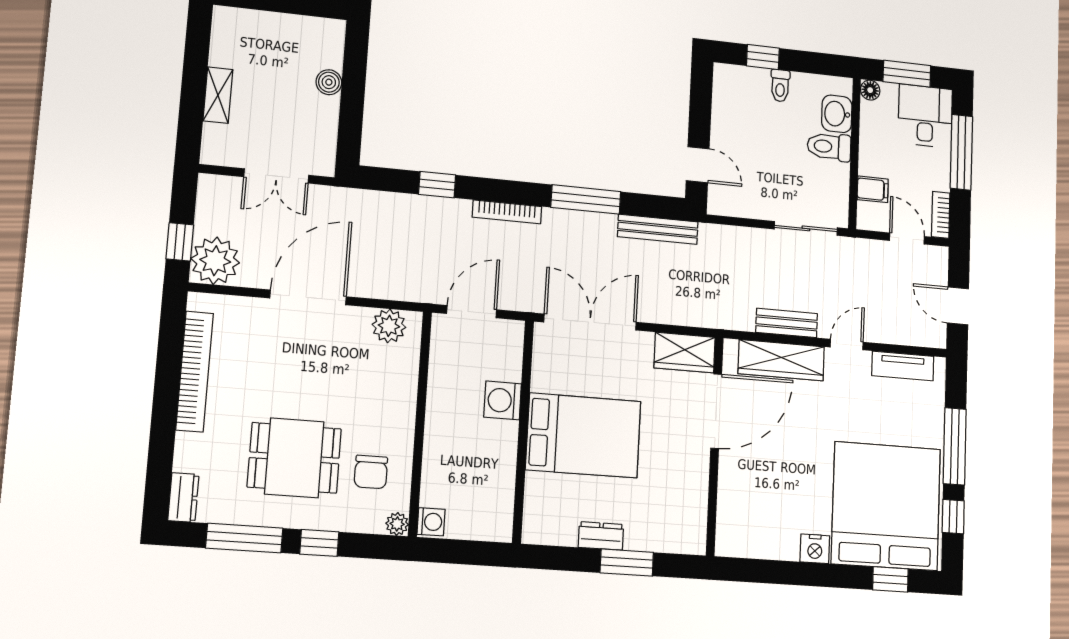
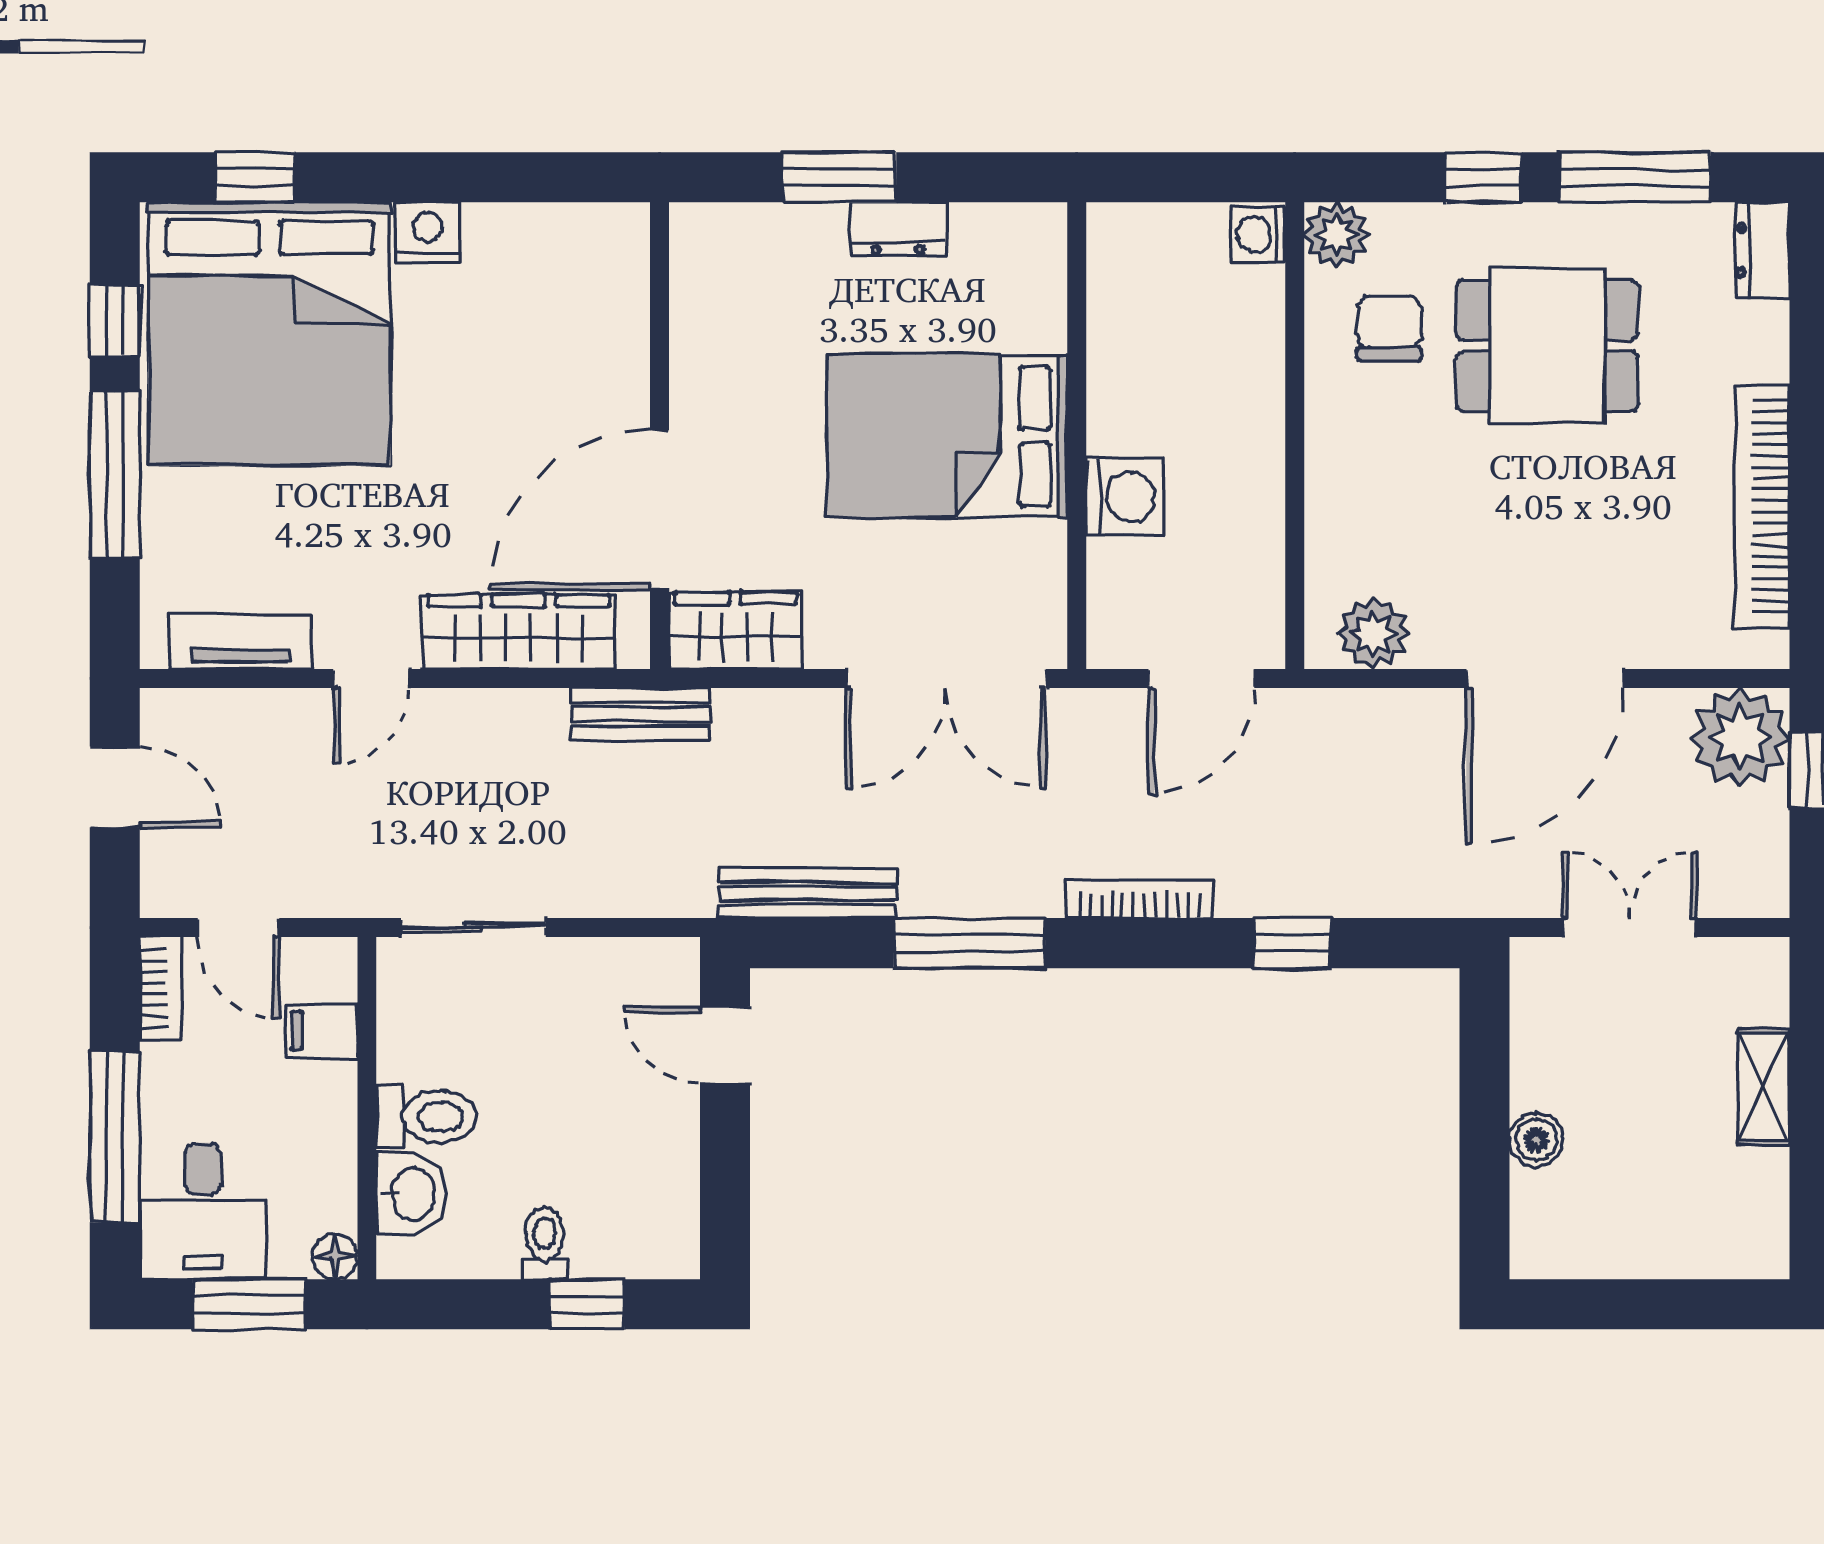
bench: (787, 323) -> (640, 714), moved
plant: (397, 524) -> (1336, 235), width x1.38, depth x1.38

